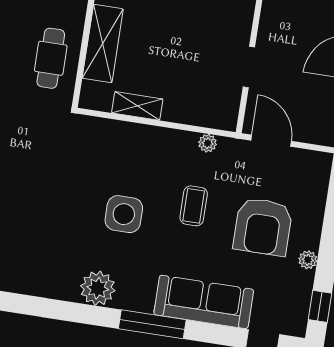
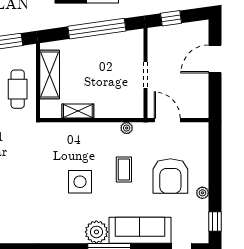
plant: (98, 288) -> (96, 232), moved

